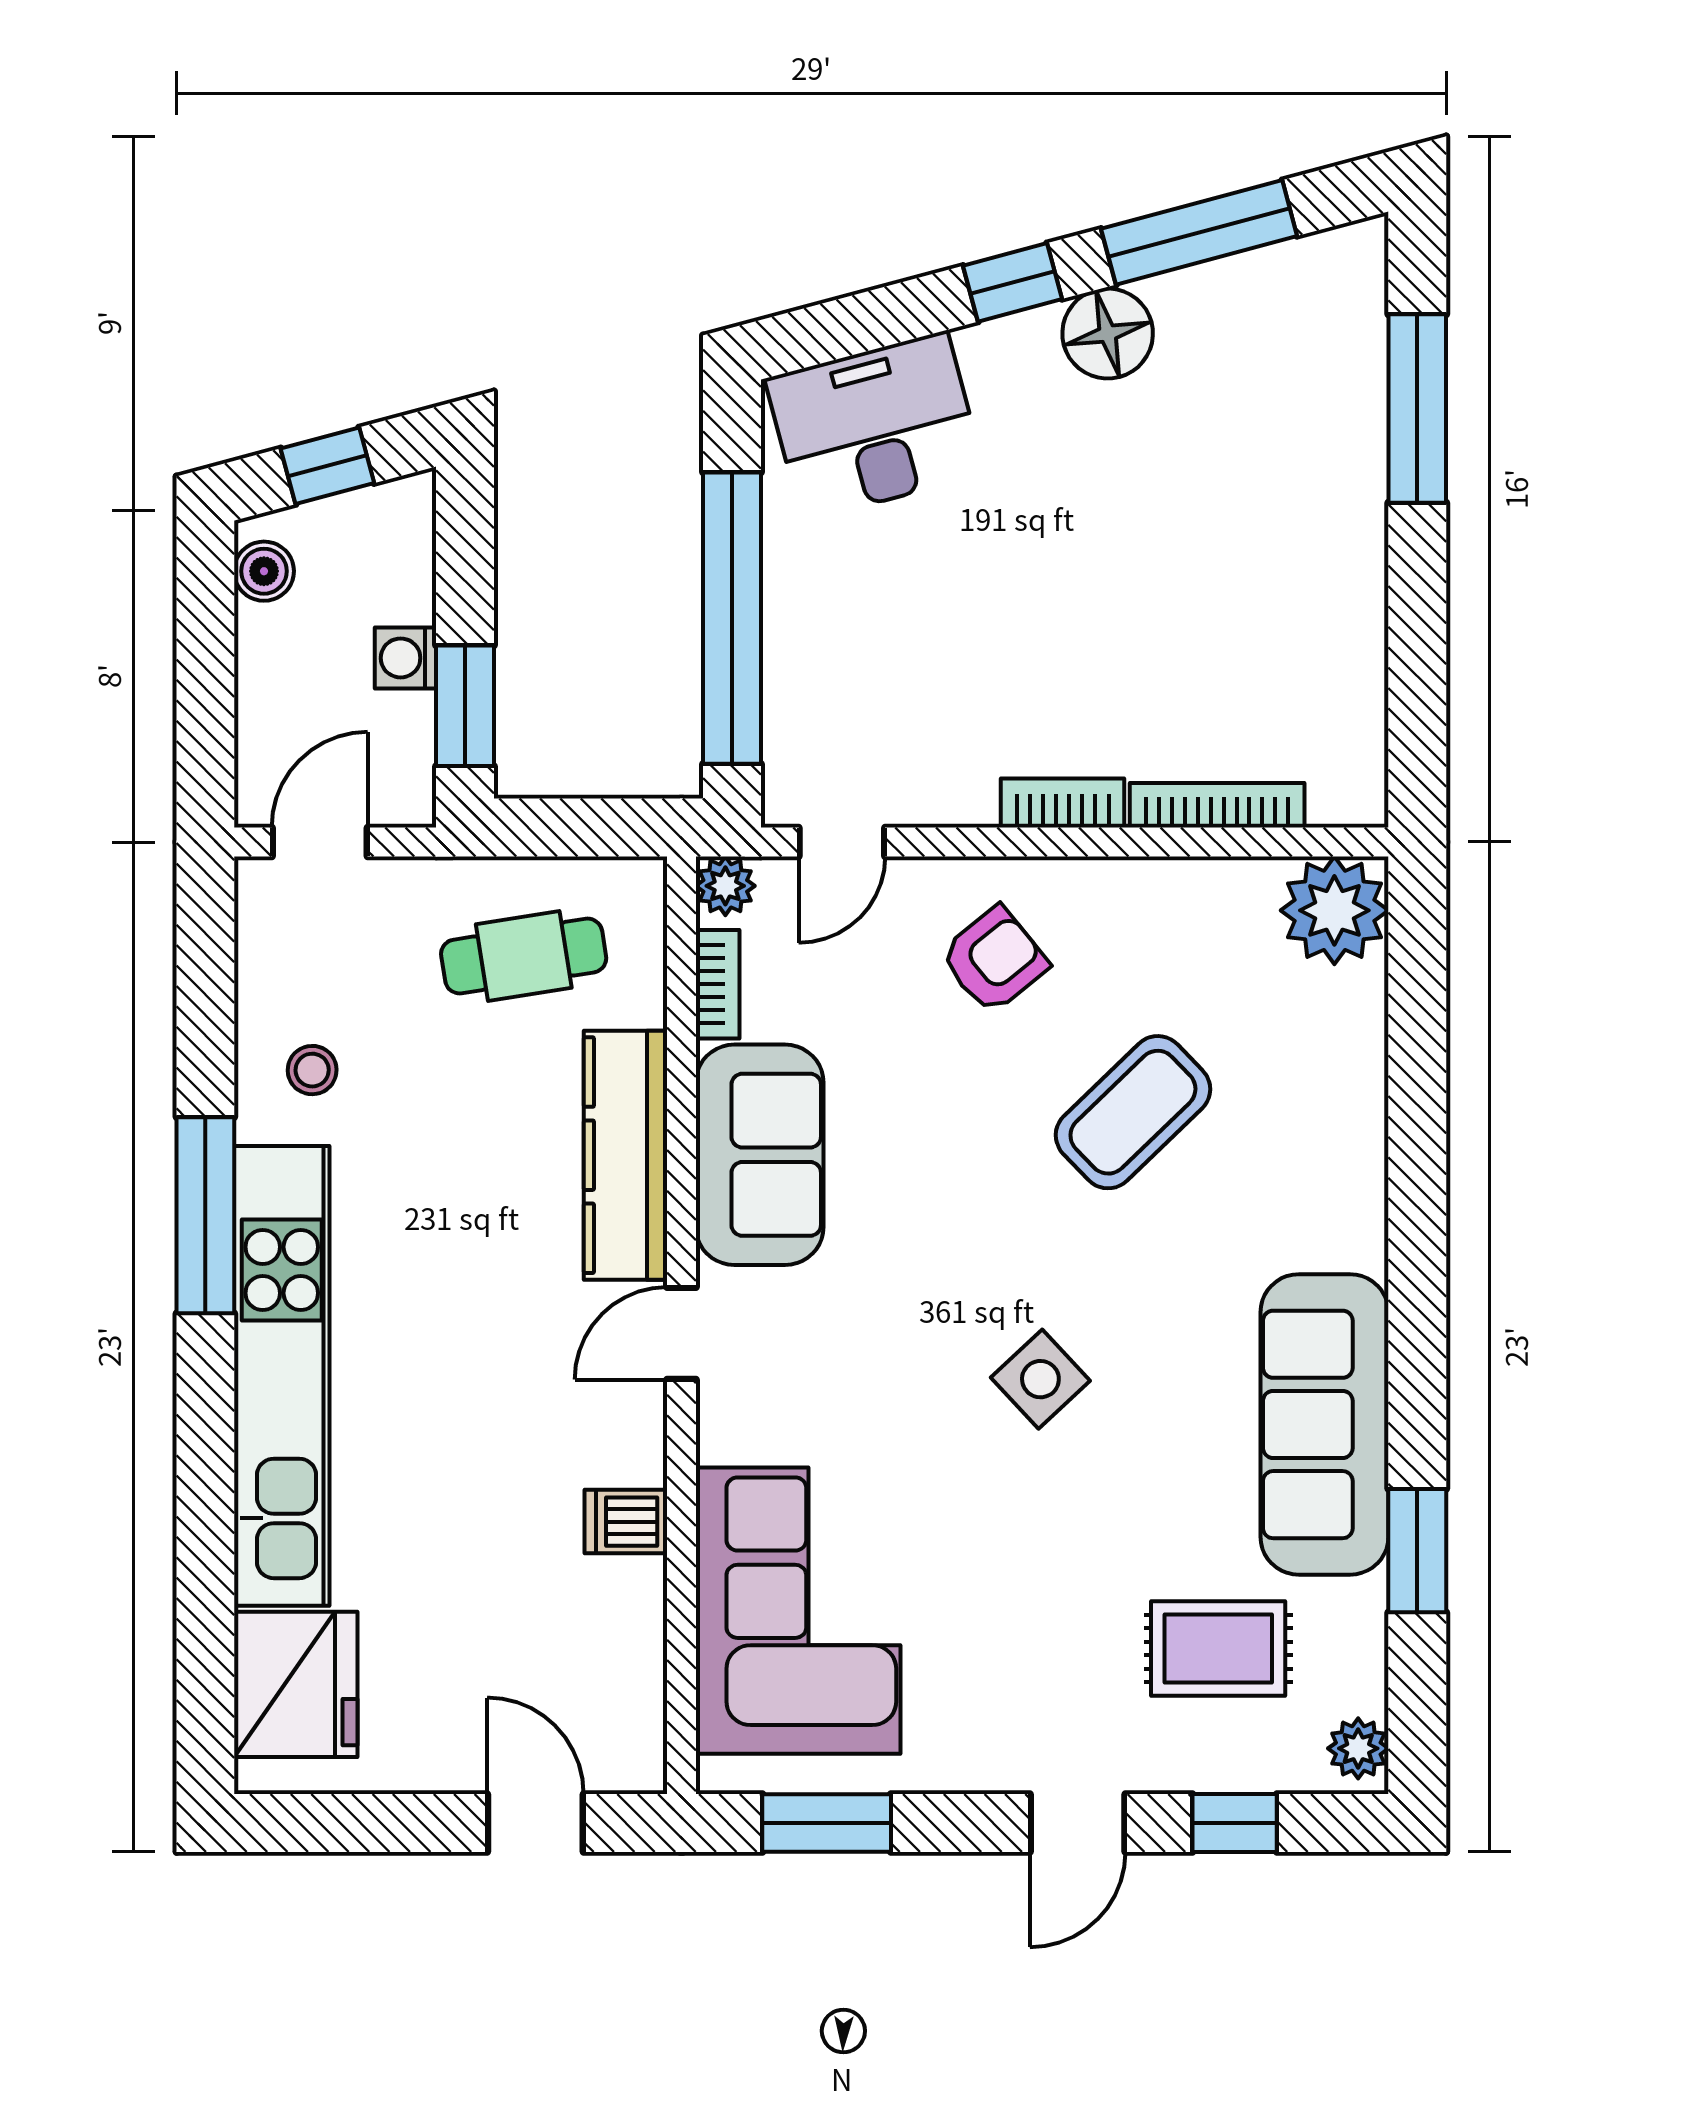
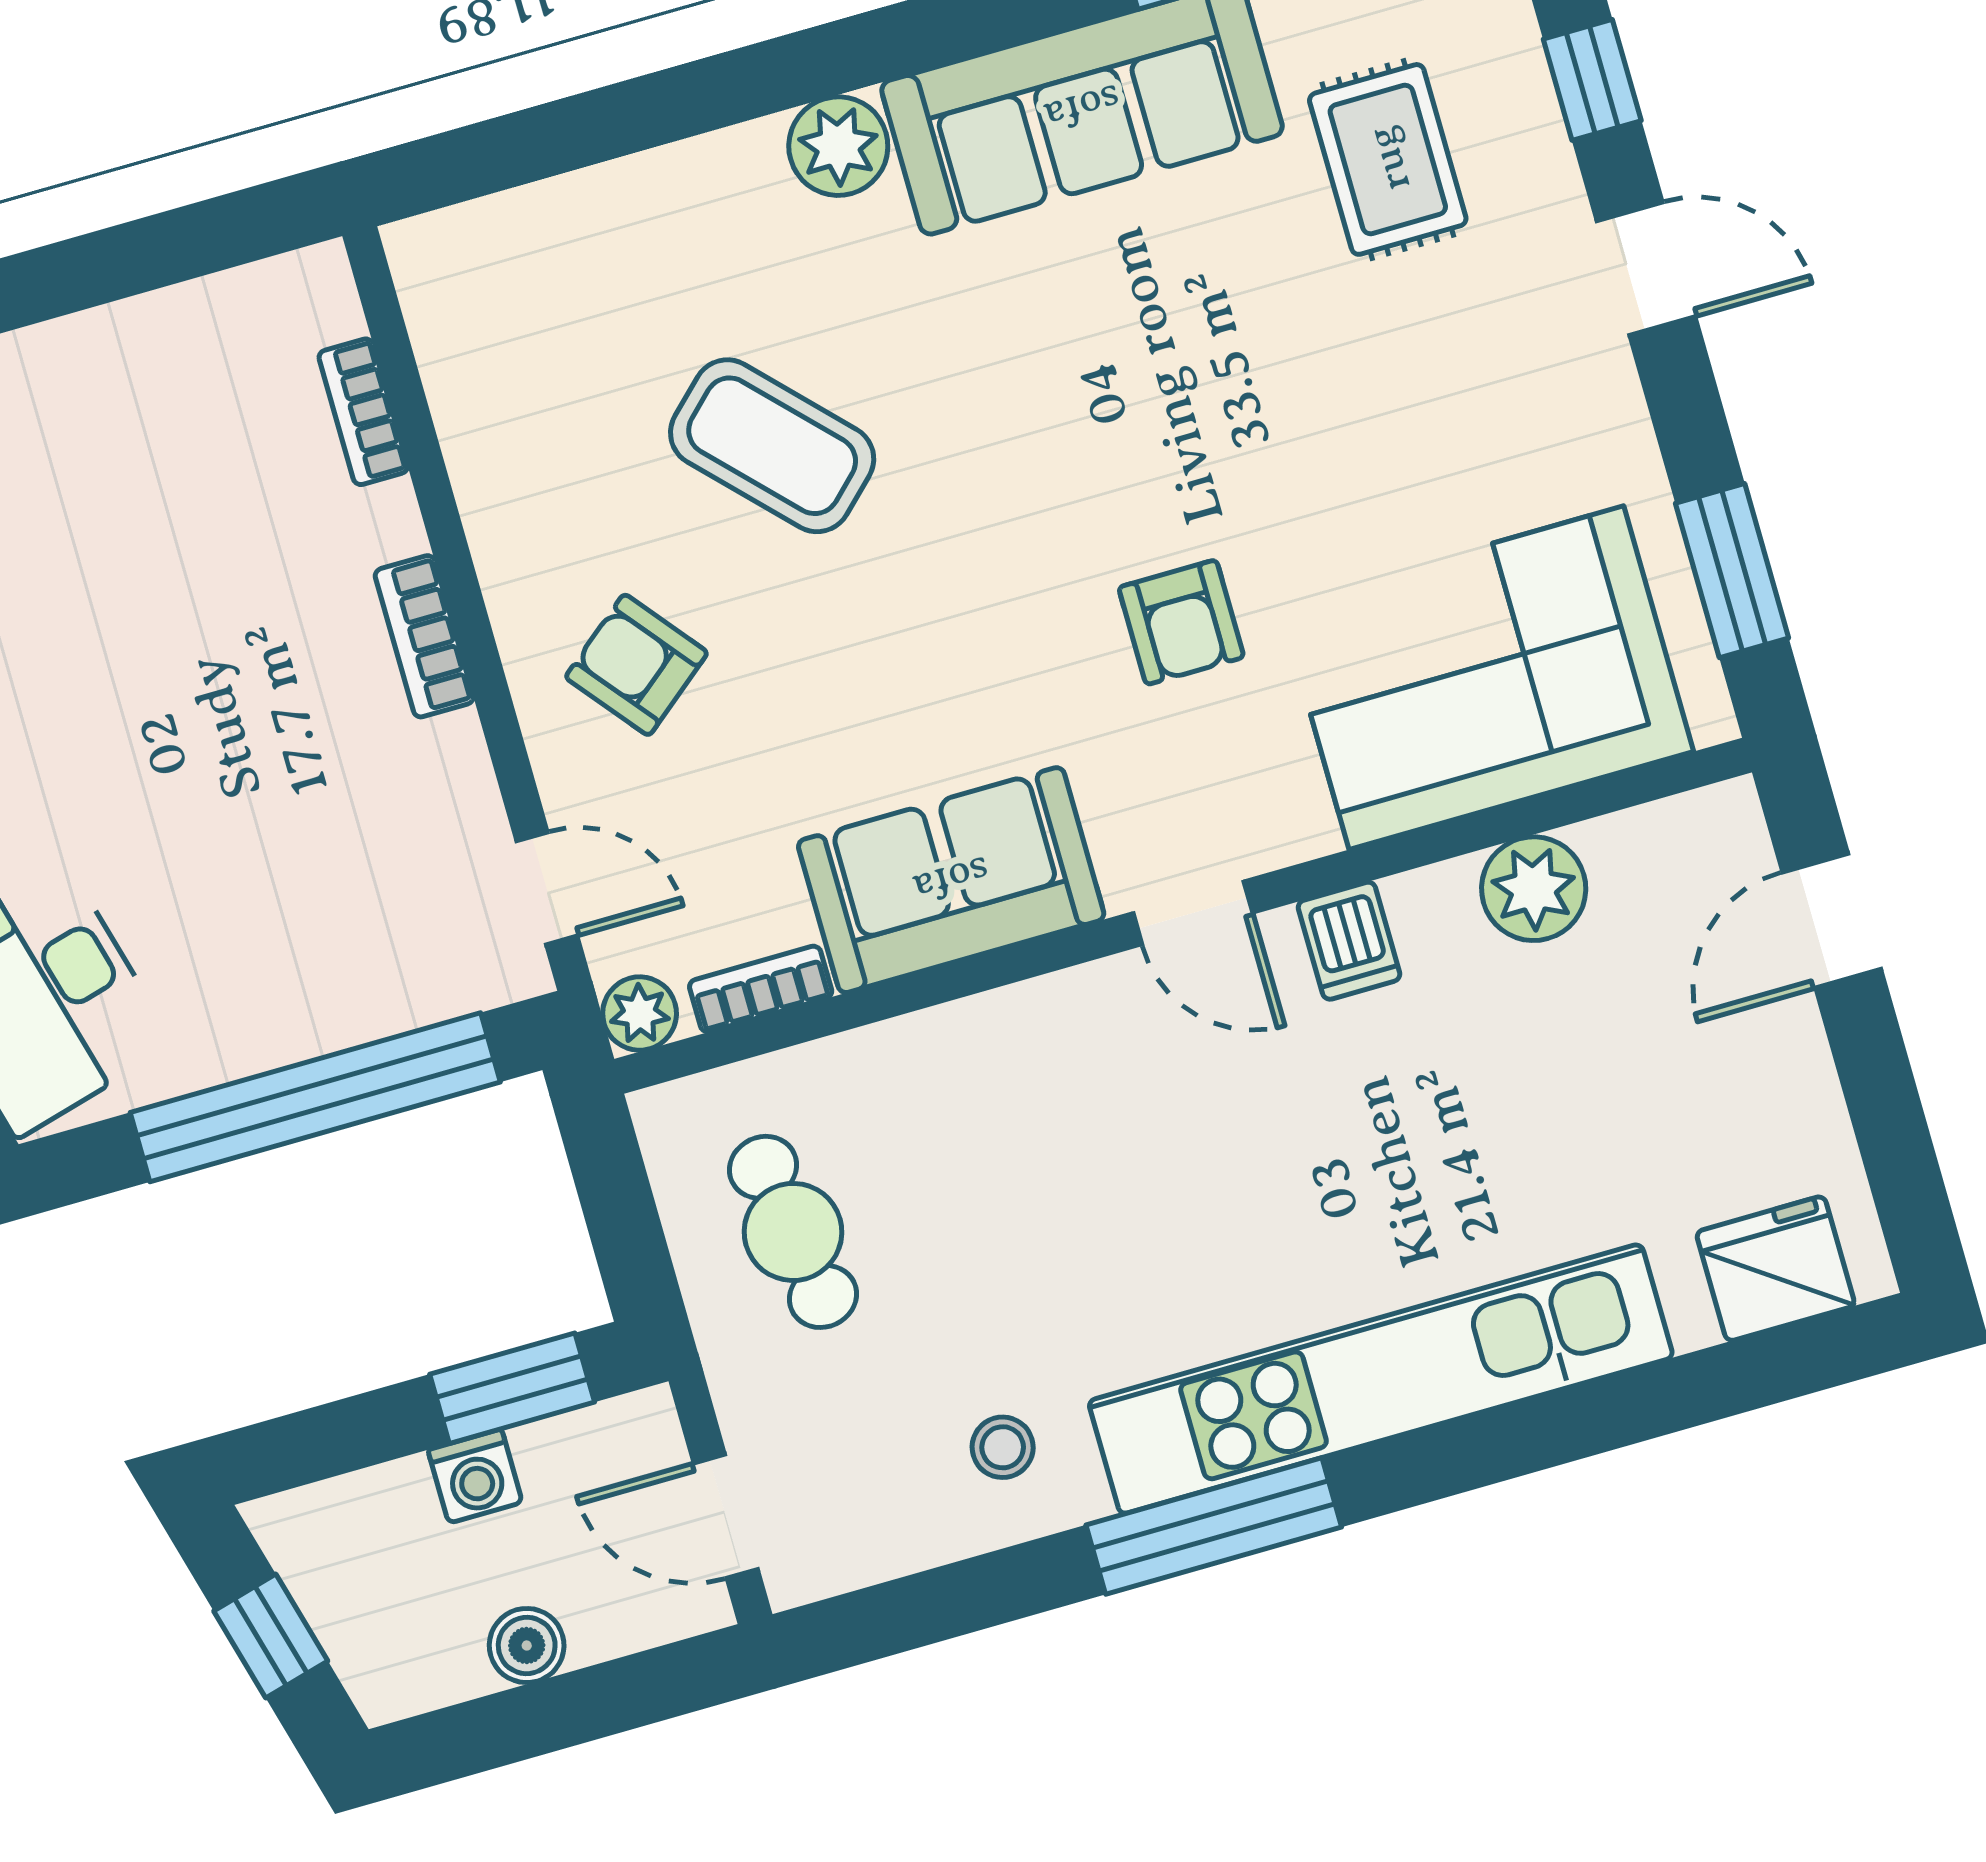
boiler: (264, 571) -> (527, 1645), moved
bookcase: (1217, 805) -> (363, 412), width x0.64
plant: (1334, 910) -> (838, 146), moved, width x0.73, depth x0.73
kitchen counter: (625, 1155) -> (998, 1041), removed
side table: (1040, 1379) -> (1125, 466), removed
armchair: (908, 1388) -> (1181, 622), added
dishwasher: (626, 1522) -> (1349, 941), moved
plant: (625, 1601) -> (1534, 889), added
fridge: (296, 1684) -> (1776, 1269), width x0.73, depth x0.75

